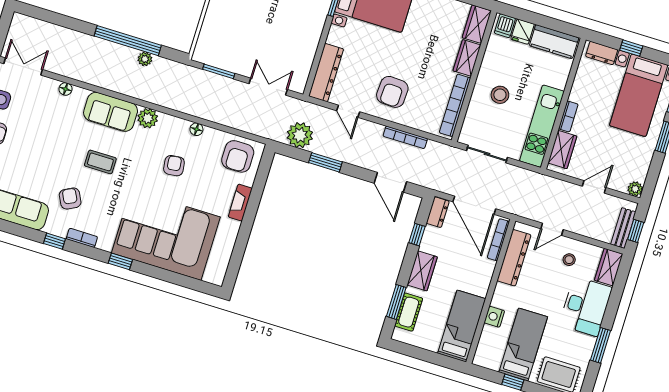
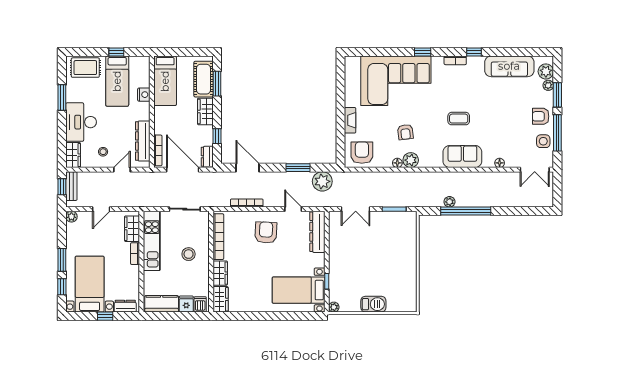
plant: (148, 118) -> (411, 160), moved
armchair: (70, 199) -> (472, 86), removed
cot: (409, 312) -> (204, 79), width x1.37, depth x1.34

